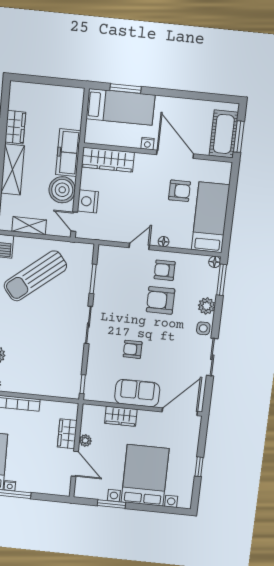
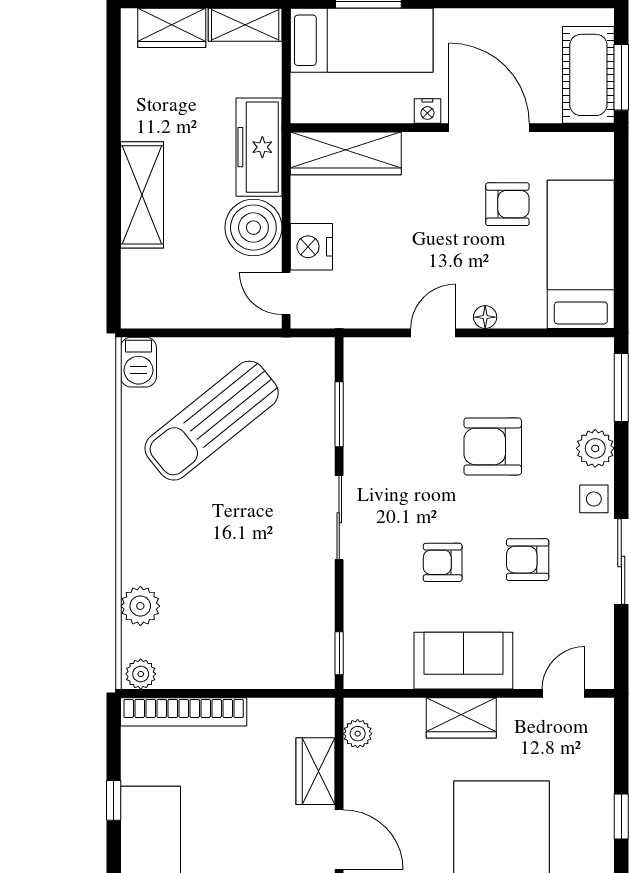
wardrobe: (15, 127) -> (172, 28), moved, turned 90
shelving: (29, 226) -> (245, 25), moved
floor lamp: (215, 262) -> (601, 350), removed
armchair: (165, 270) -> (528, 560), moved
door: (180, 412) -> (563, 693), width x0.53
wardrobe: (121, 416) -> (461, 718), moved
plant: (85, 440) -> (358, 734), moved

